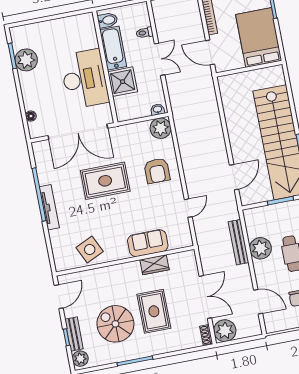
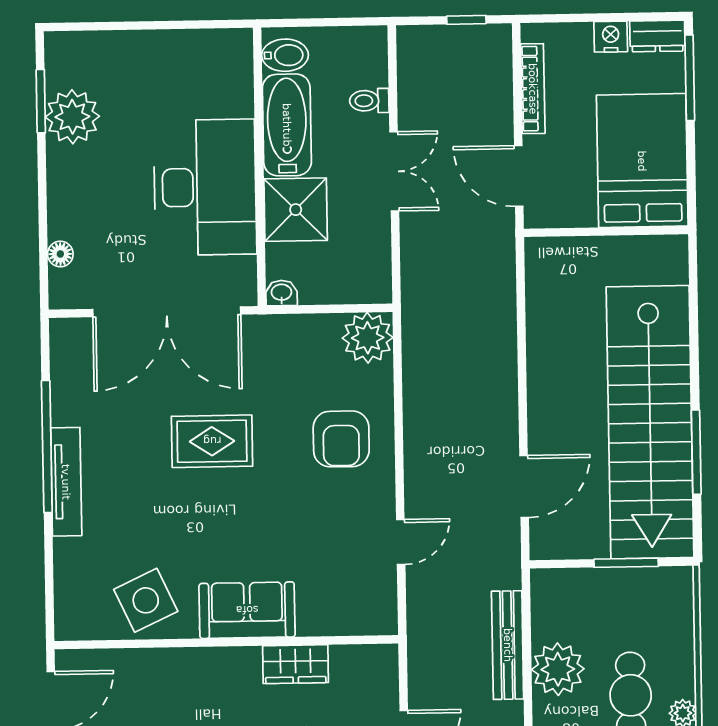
washbasin: (158, 109) -> (281, 293), moved
rug: (105, 181) -> (212, 441), width x0.73, depth x0.70
sofa: (148, 243) -> (247, 610), moved

